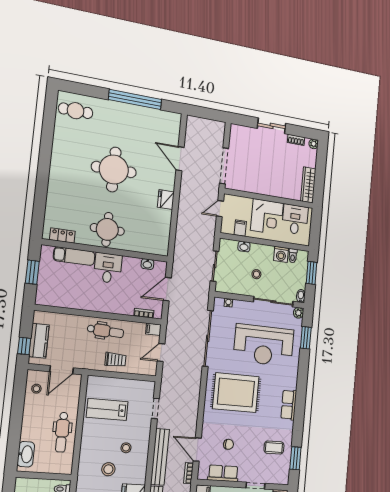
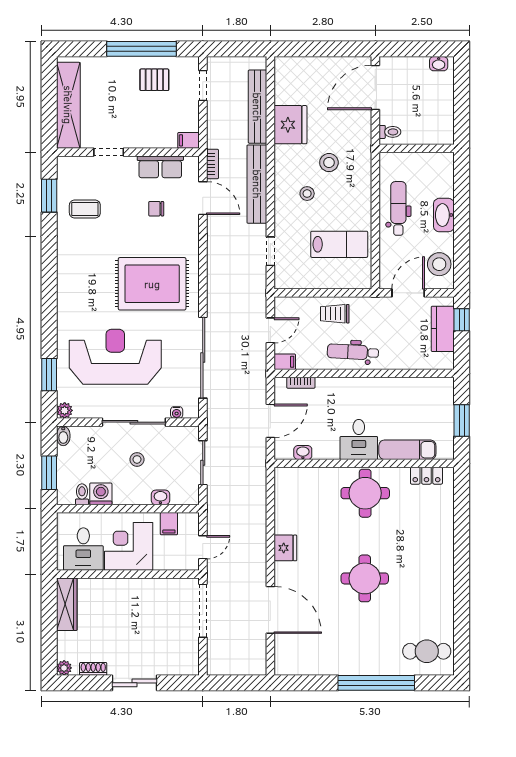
window: (135, 99) -> (376, 683), moved
door: (180, 159) -> (270, 610), width x1.36
round table: (114, 170) -> (365, 578), width x0.73, depth x0.73
sliding door: (273, 302) -> (134, 422), moved
stool: (36, 389) -> (439, 264), width x1.89, depth x1.89
row of seats: (289, 405) -> (67, 273), removed
washbasin: (26, 454) -> (444, 215), moved

